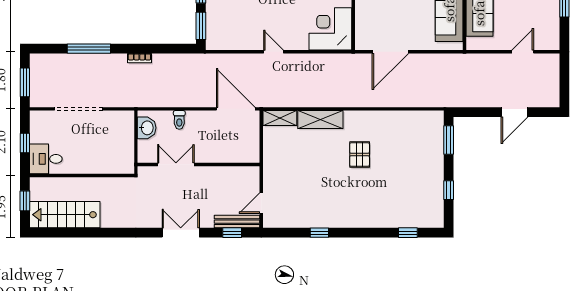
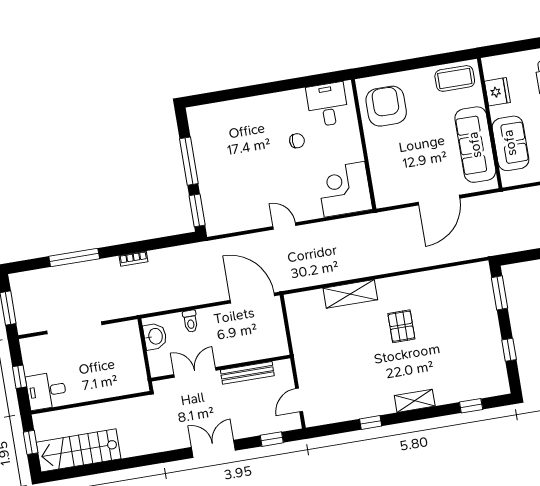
door: (390, 52) -> (439, 200), moved
shelving: (280, 118) -> (415, 401), moved
bench: (237, 222) -> (247, 373), moved

